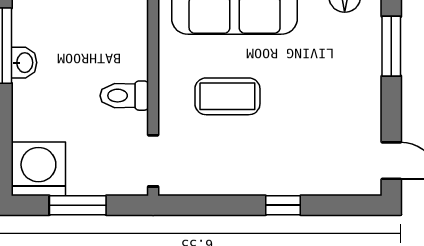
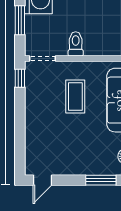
window: (283, 205) -> (20, 78), moved

